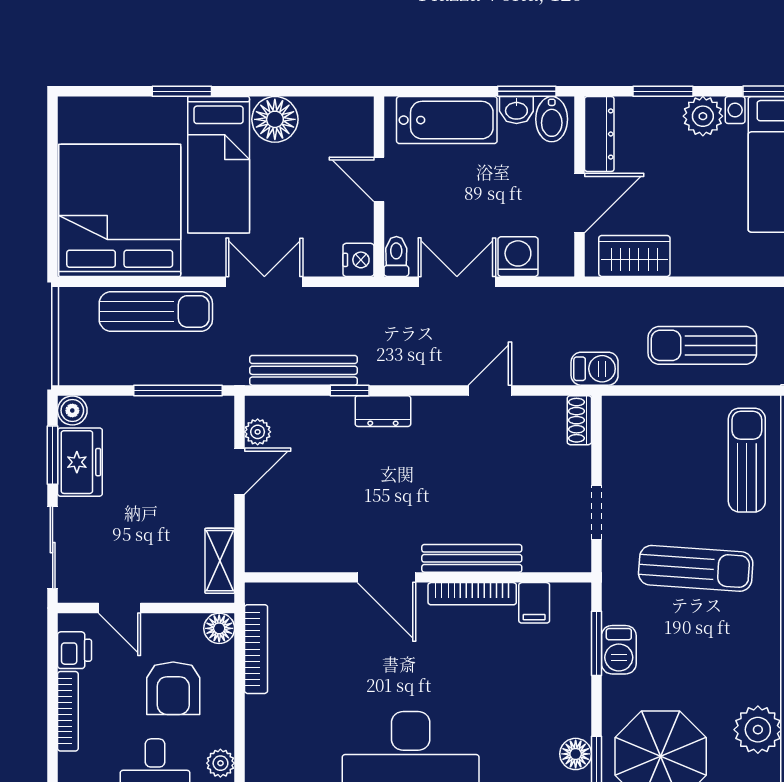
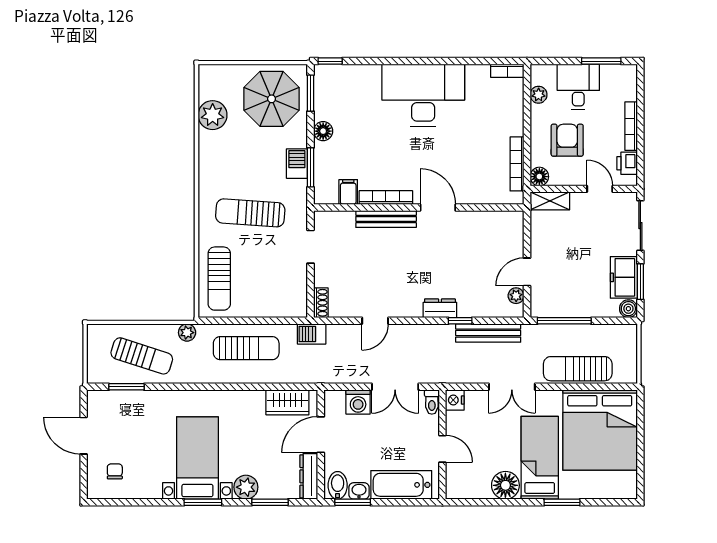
shelving: (220, 561) -> (550, 201), moved, turned 90
floor lamp: (576, 754) -> (323, 131), moved

